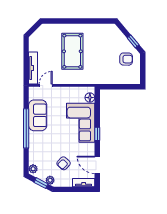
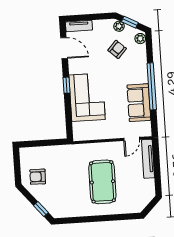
window: (133, 41) -> (41, 209), moved
floor lamp: (90, 98) -> (78, 128), removed
armchair: (64, 163) -> (117, 49), moved

